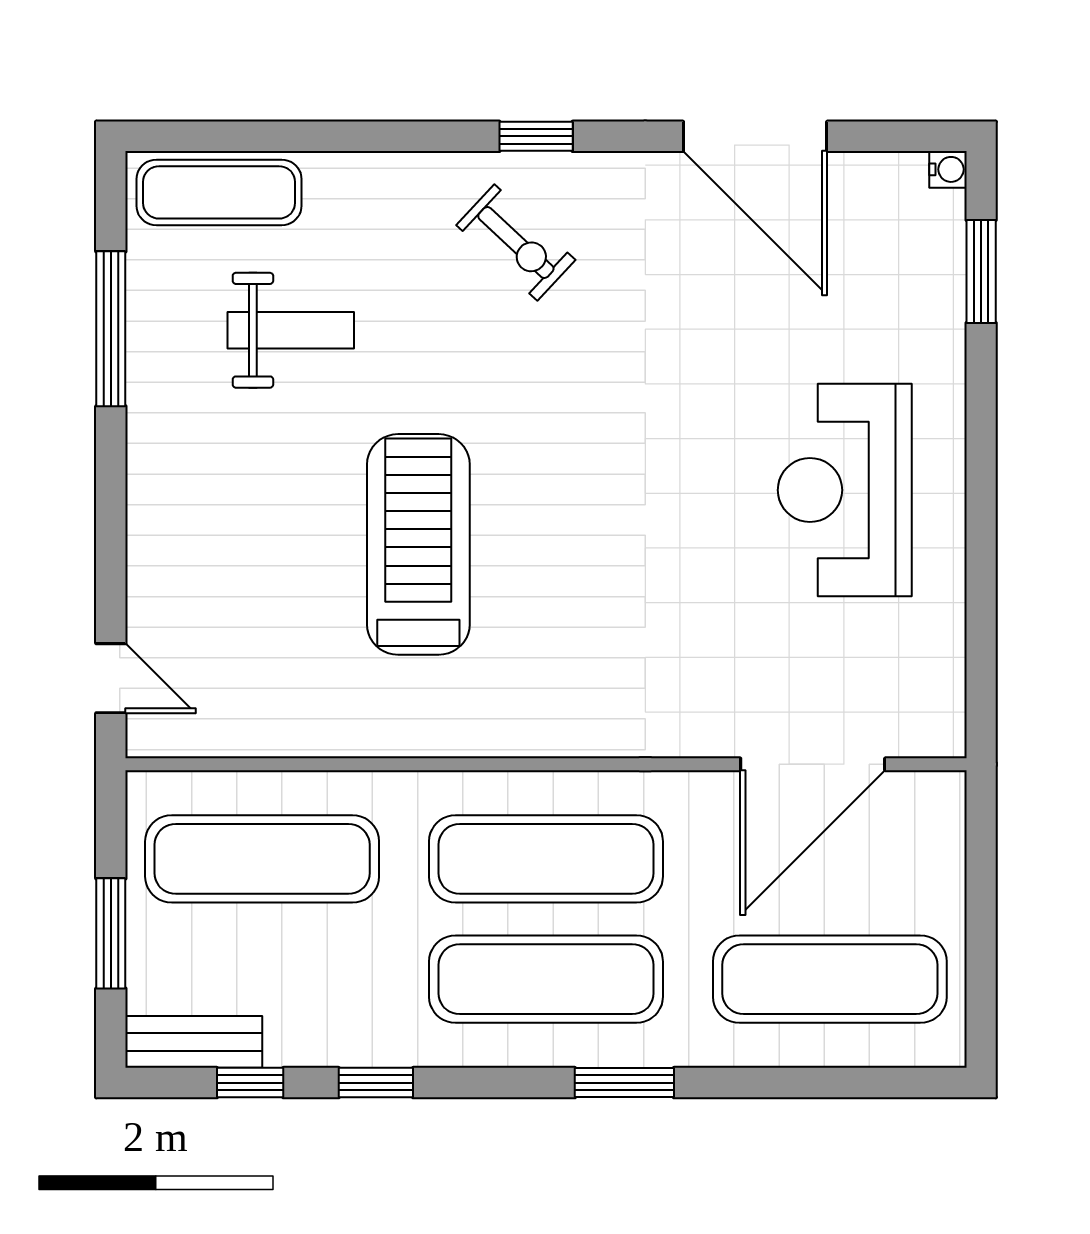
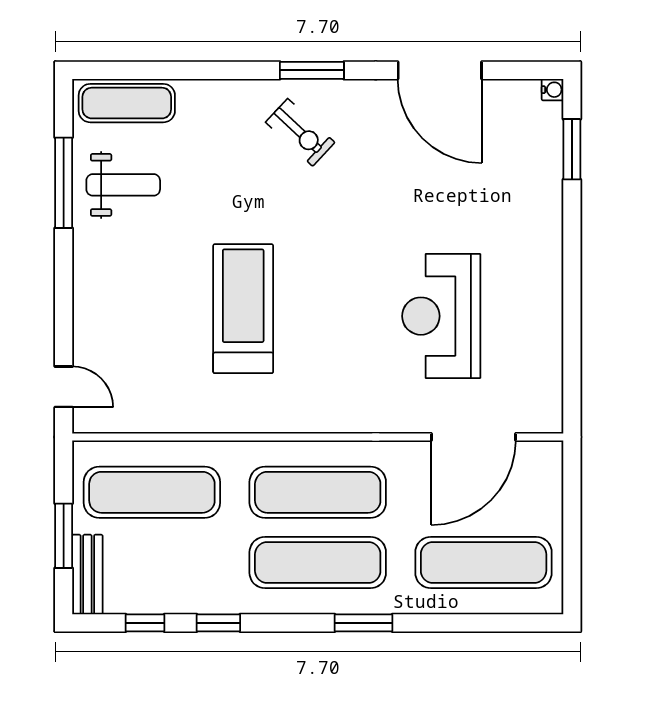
window: (536, 136) -> (312, 70), width x1.50
weight bench: (291, 330) -> (123, 185), moved
reception desk: (845, 490) -> (441, 316), moved
bench: (194, 1042) -> (87, 574), moved, turned 90

